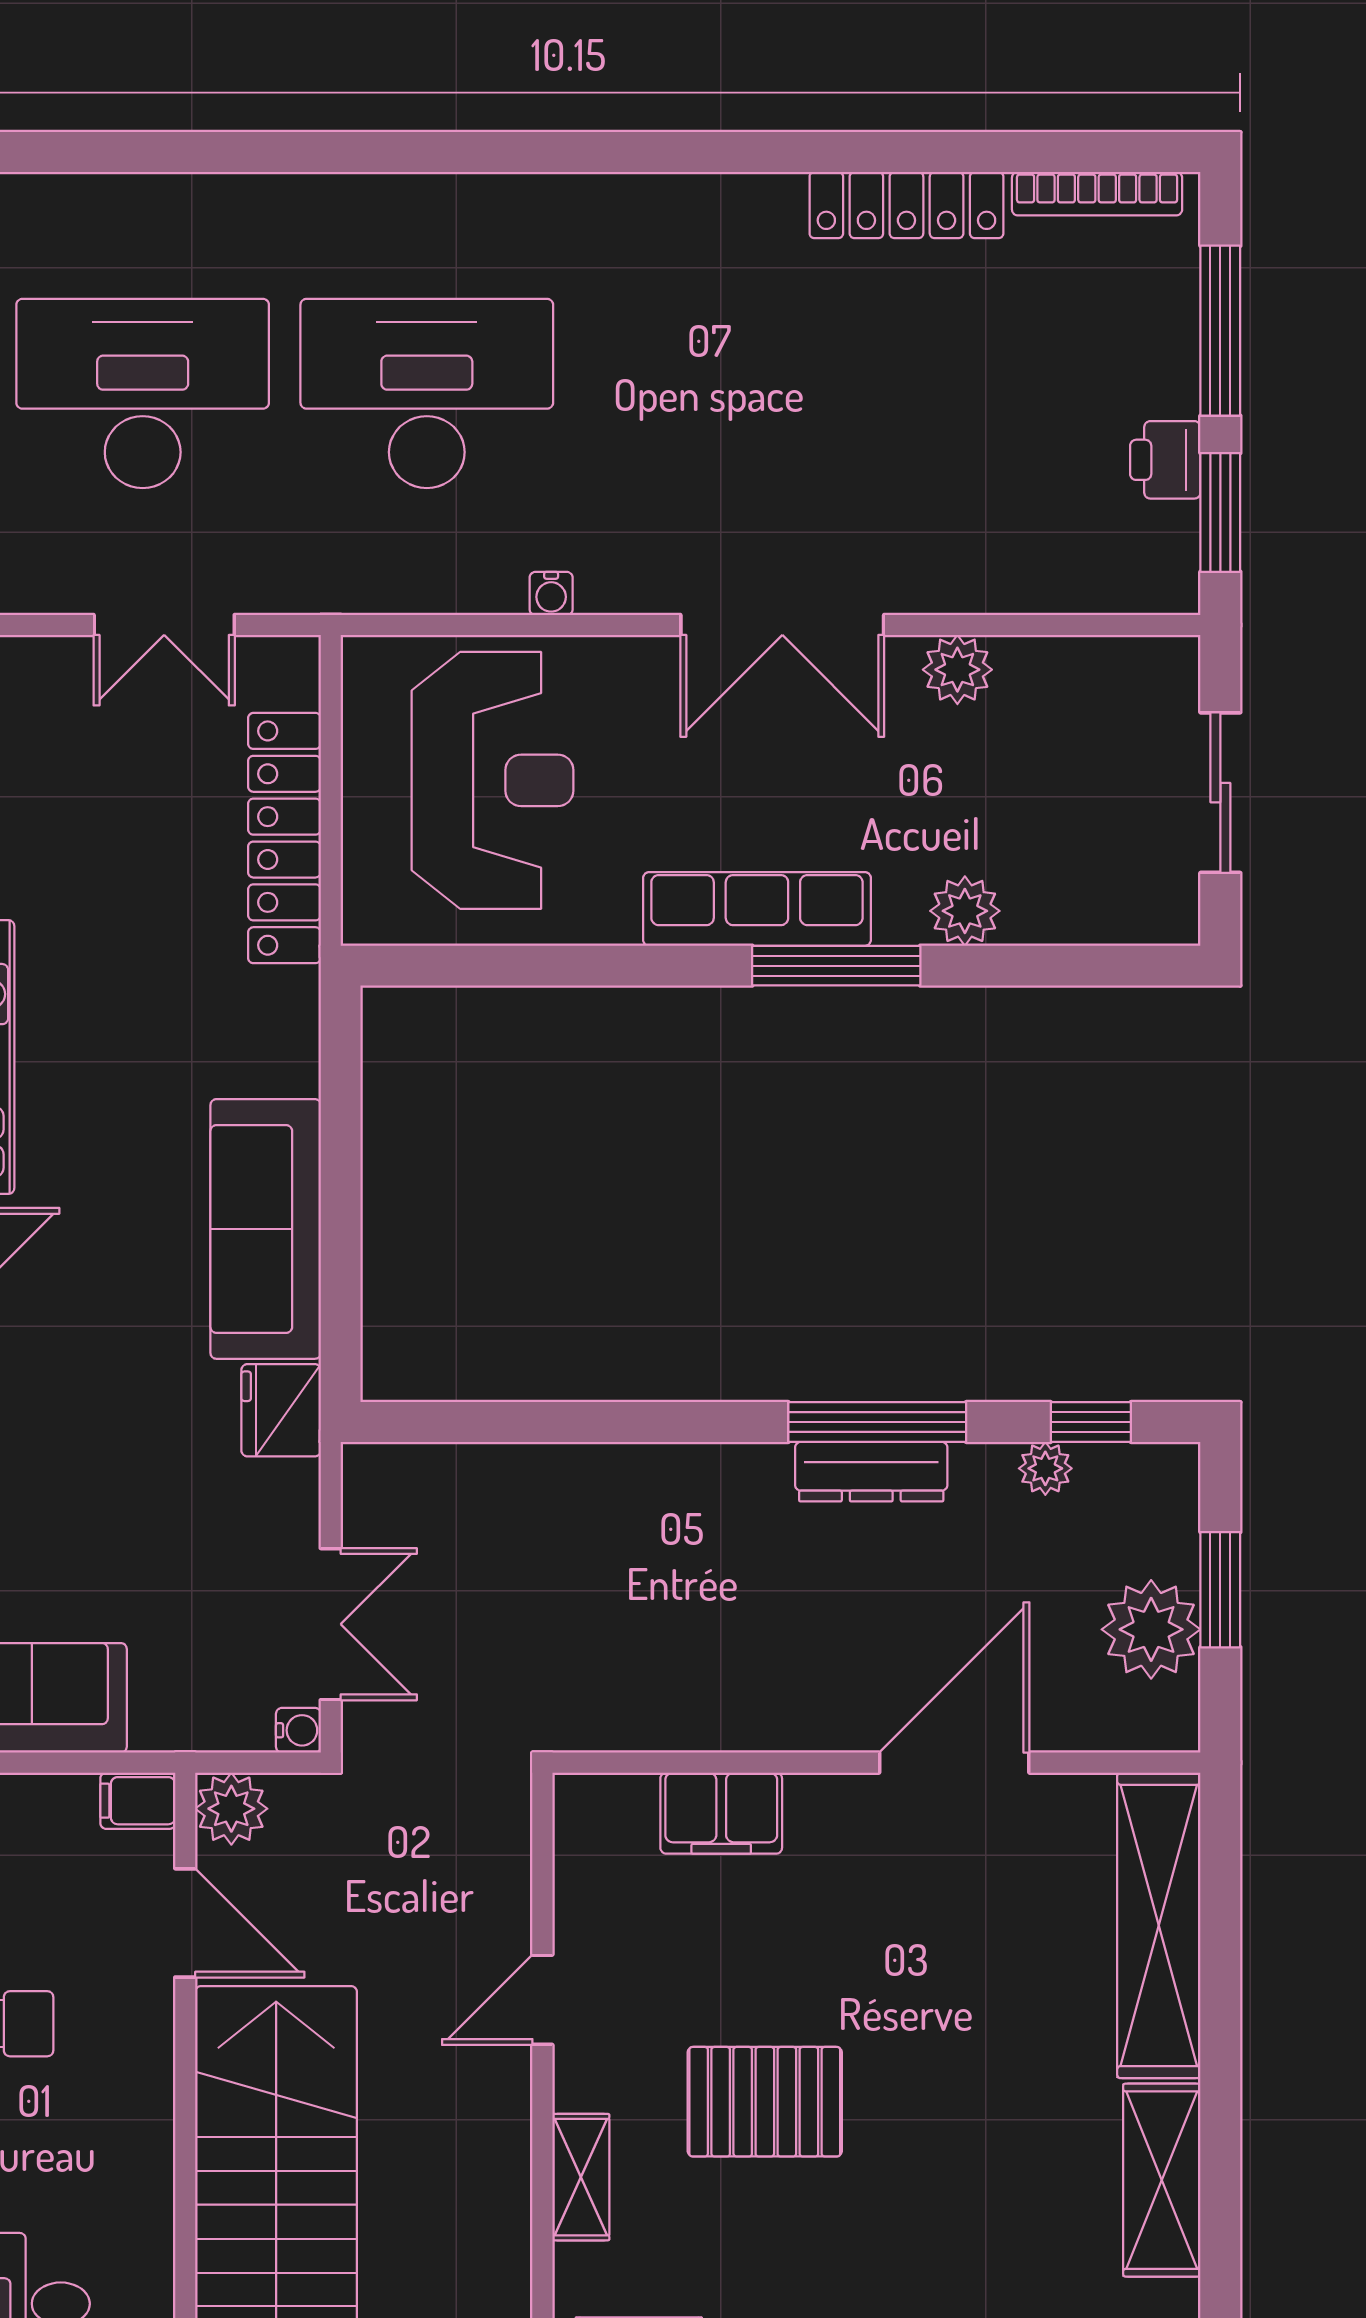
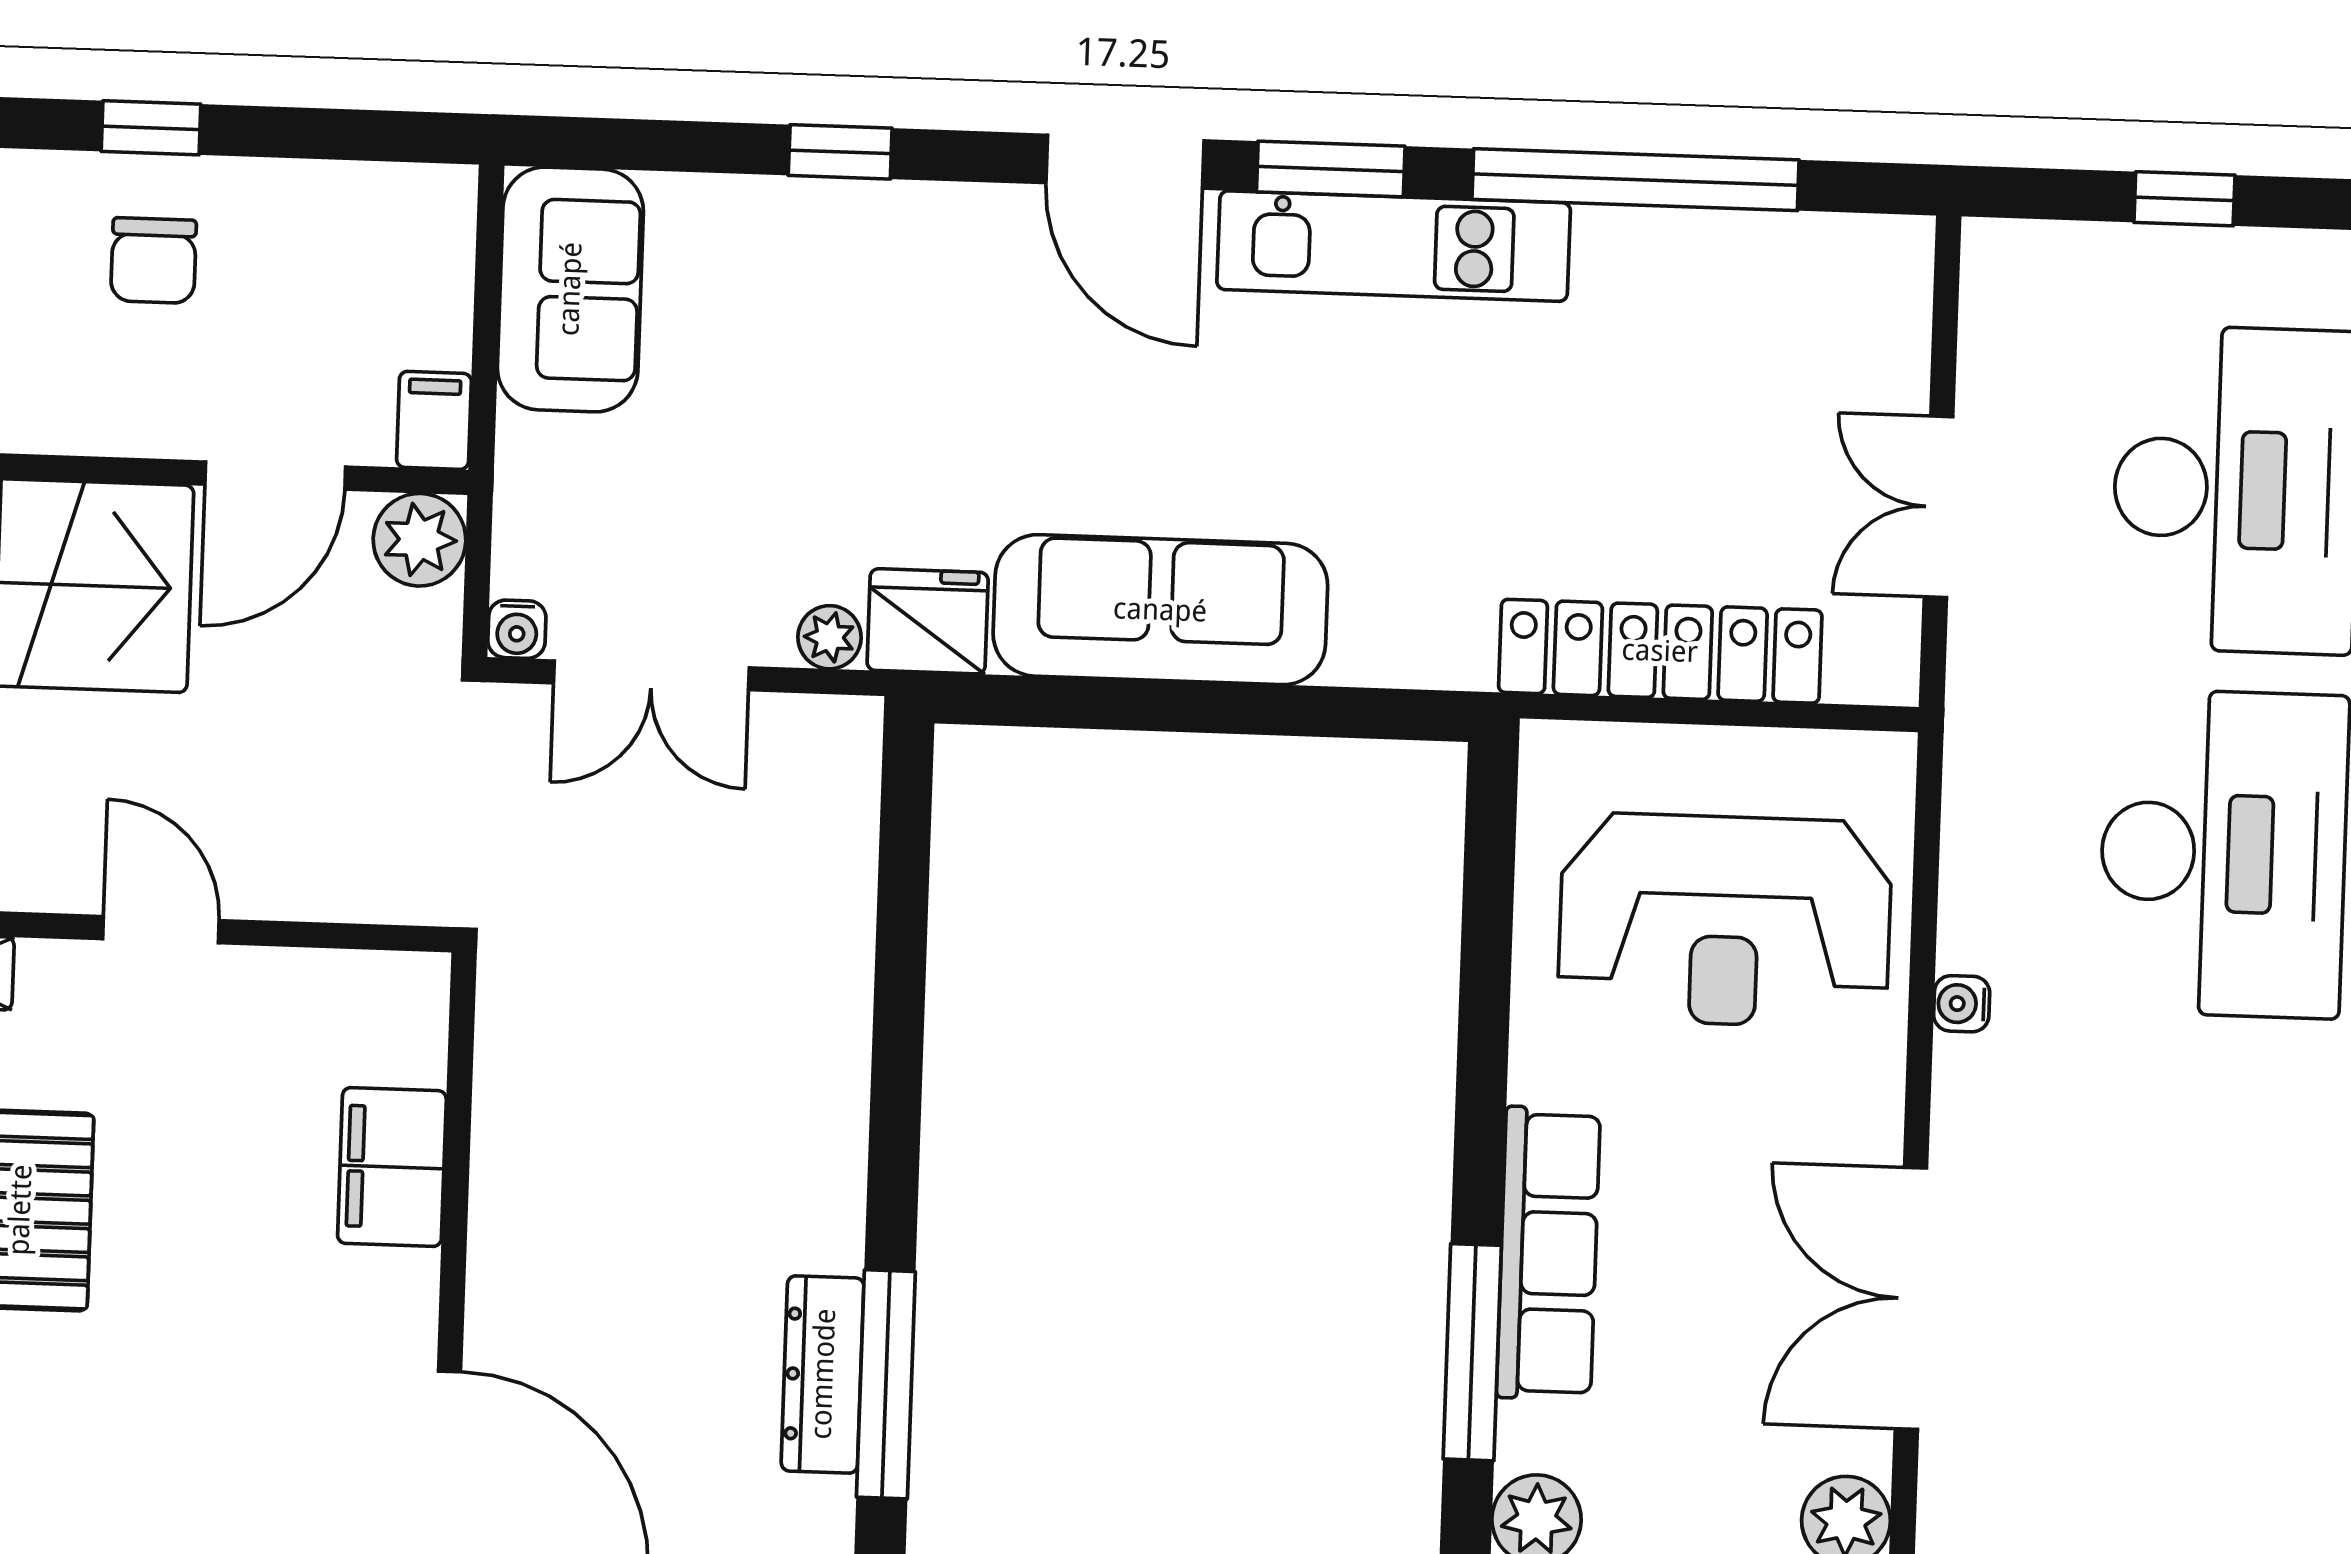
plant: (296, 1486) -> (830, 637), added

